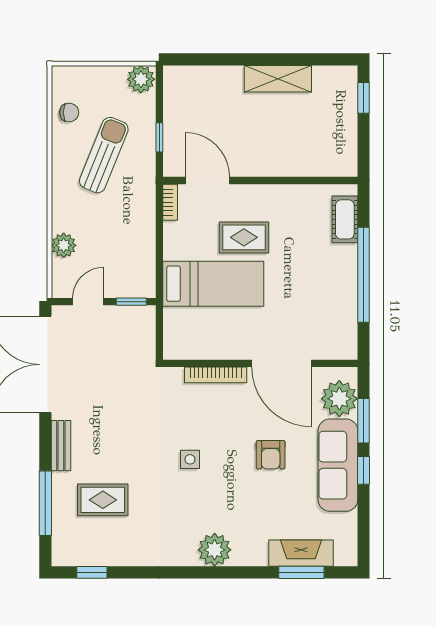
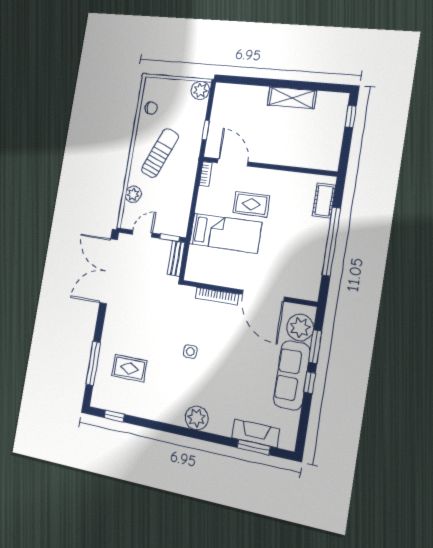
sun lounger: (104, 155) -> (160, 153), moved
bench: (61, 446) -> (176, 258), moved
armchair: (271, 455) -> (245, 359), removed

